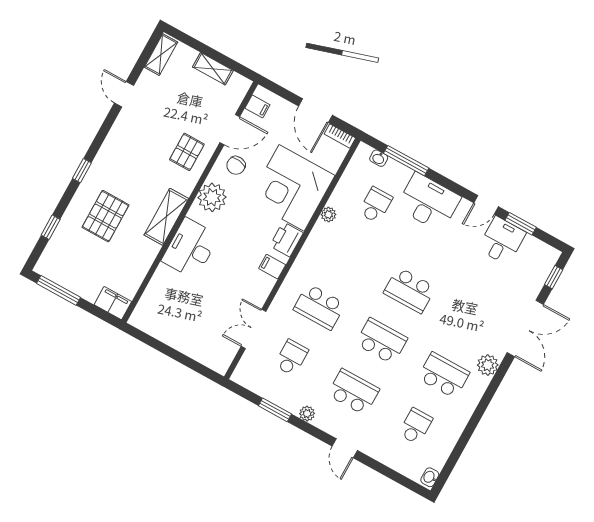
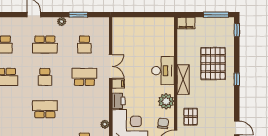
pallet: (106, 216) -> (213, 64), width x1.37, depth x1.41
window: (51, 227) -> (237, 30), moved
double door: (253, 329) -> (111, 66), moved
school desk: (382, 341) -> (45, 77), width x0.54

